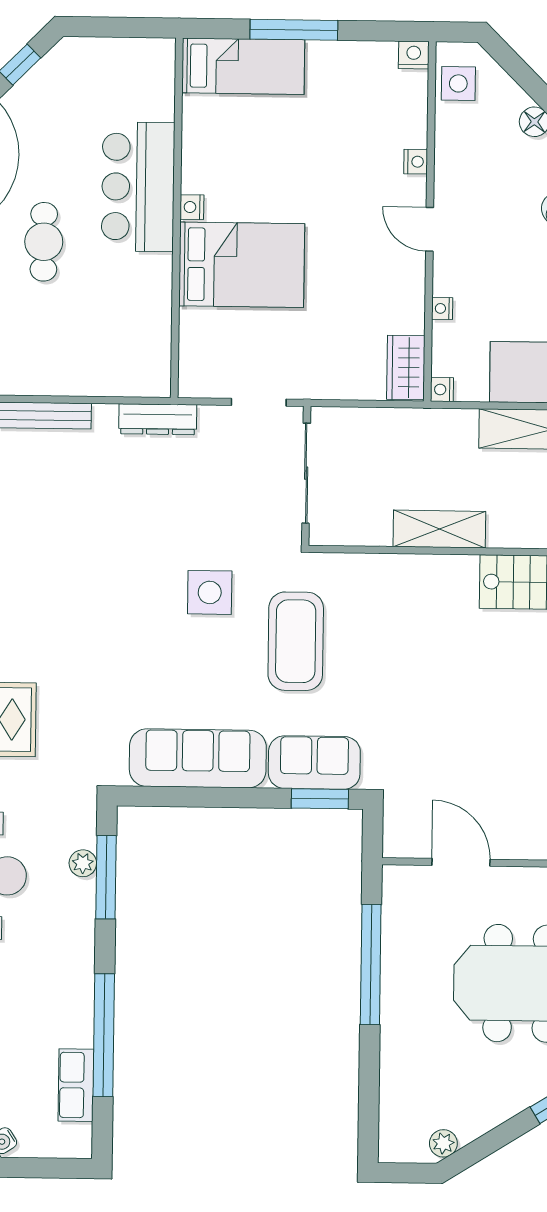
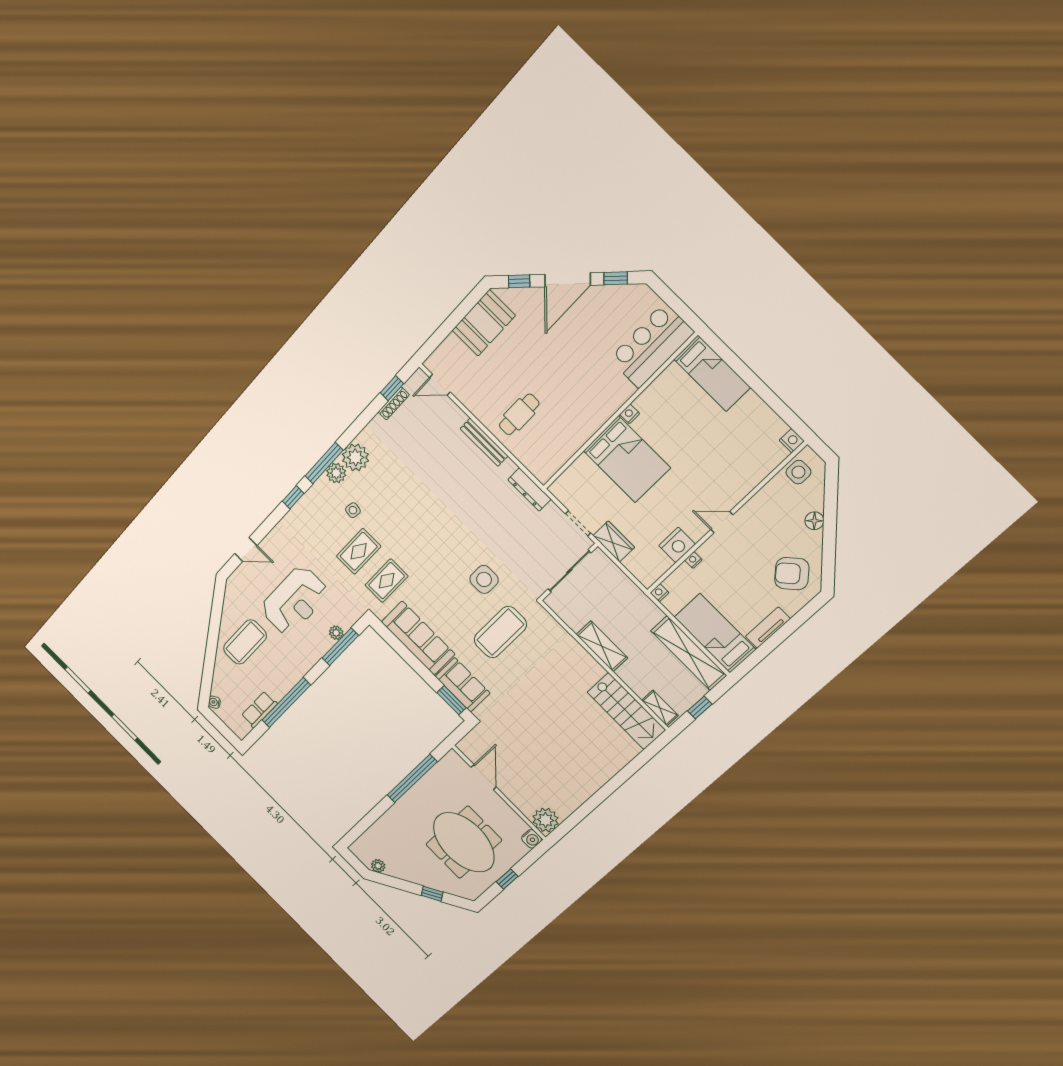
window: (294, 30) -> (750, 378), removed
nightstand: (416, 162) -> (677, 545), moved, width x1.89, depth x1.79
bar counter: (138, 187) -> (651, 346), moved
door: (430, 229) -> (722, 522), hinge flipped
cafe table: (44, 242) -> (519, 414), moved
wardrobe: (406, 368) -> (614, 541), moved, turned 90
rug: (85, 722) -> (387, 581), added

